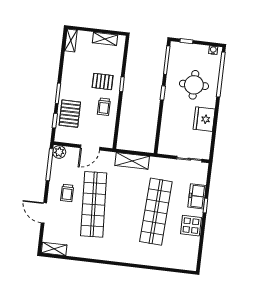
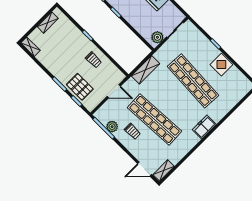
pallet: (103, 82) -> (76, 47), removed
door: (90, 147) -> (114, 91), hinge flipped
plant: (170, 148) -> (157, 37), added
plant: (59, 152) -> (112, 127), moved
freezer: (197, 196) -> (204, 127), moved, turned 90
door: (44, 213) -> (145, 169), moved

